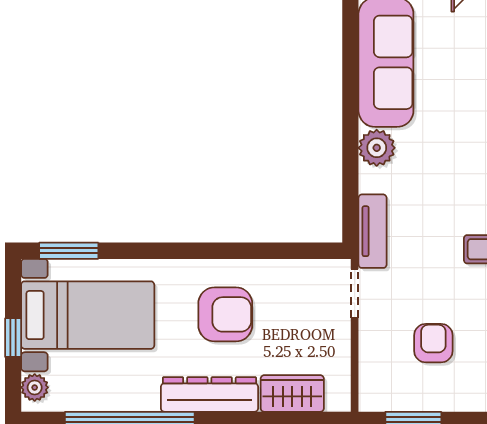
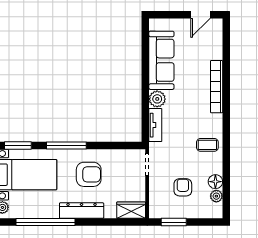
tv unit: (373, 231) -> (155, 125), moved
window: (176, 251) -> (66, 146), added
wardrobe: (292, 393) -> (131, 210), moved

